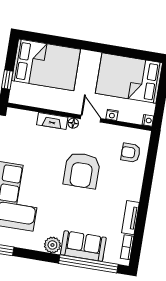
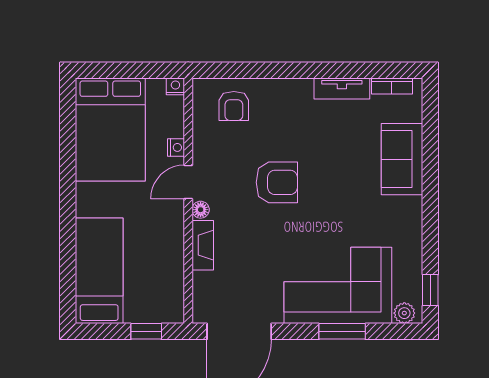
bed: (46, 65) -> (99, 271), width x0.67
armchair: (82, 170) -> (277, 182), width x0.73, depth x0.73
plant: (52, 245) -> (409, 211), removed
window: (88, 264) -> (430, 146), removed

